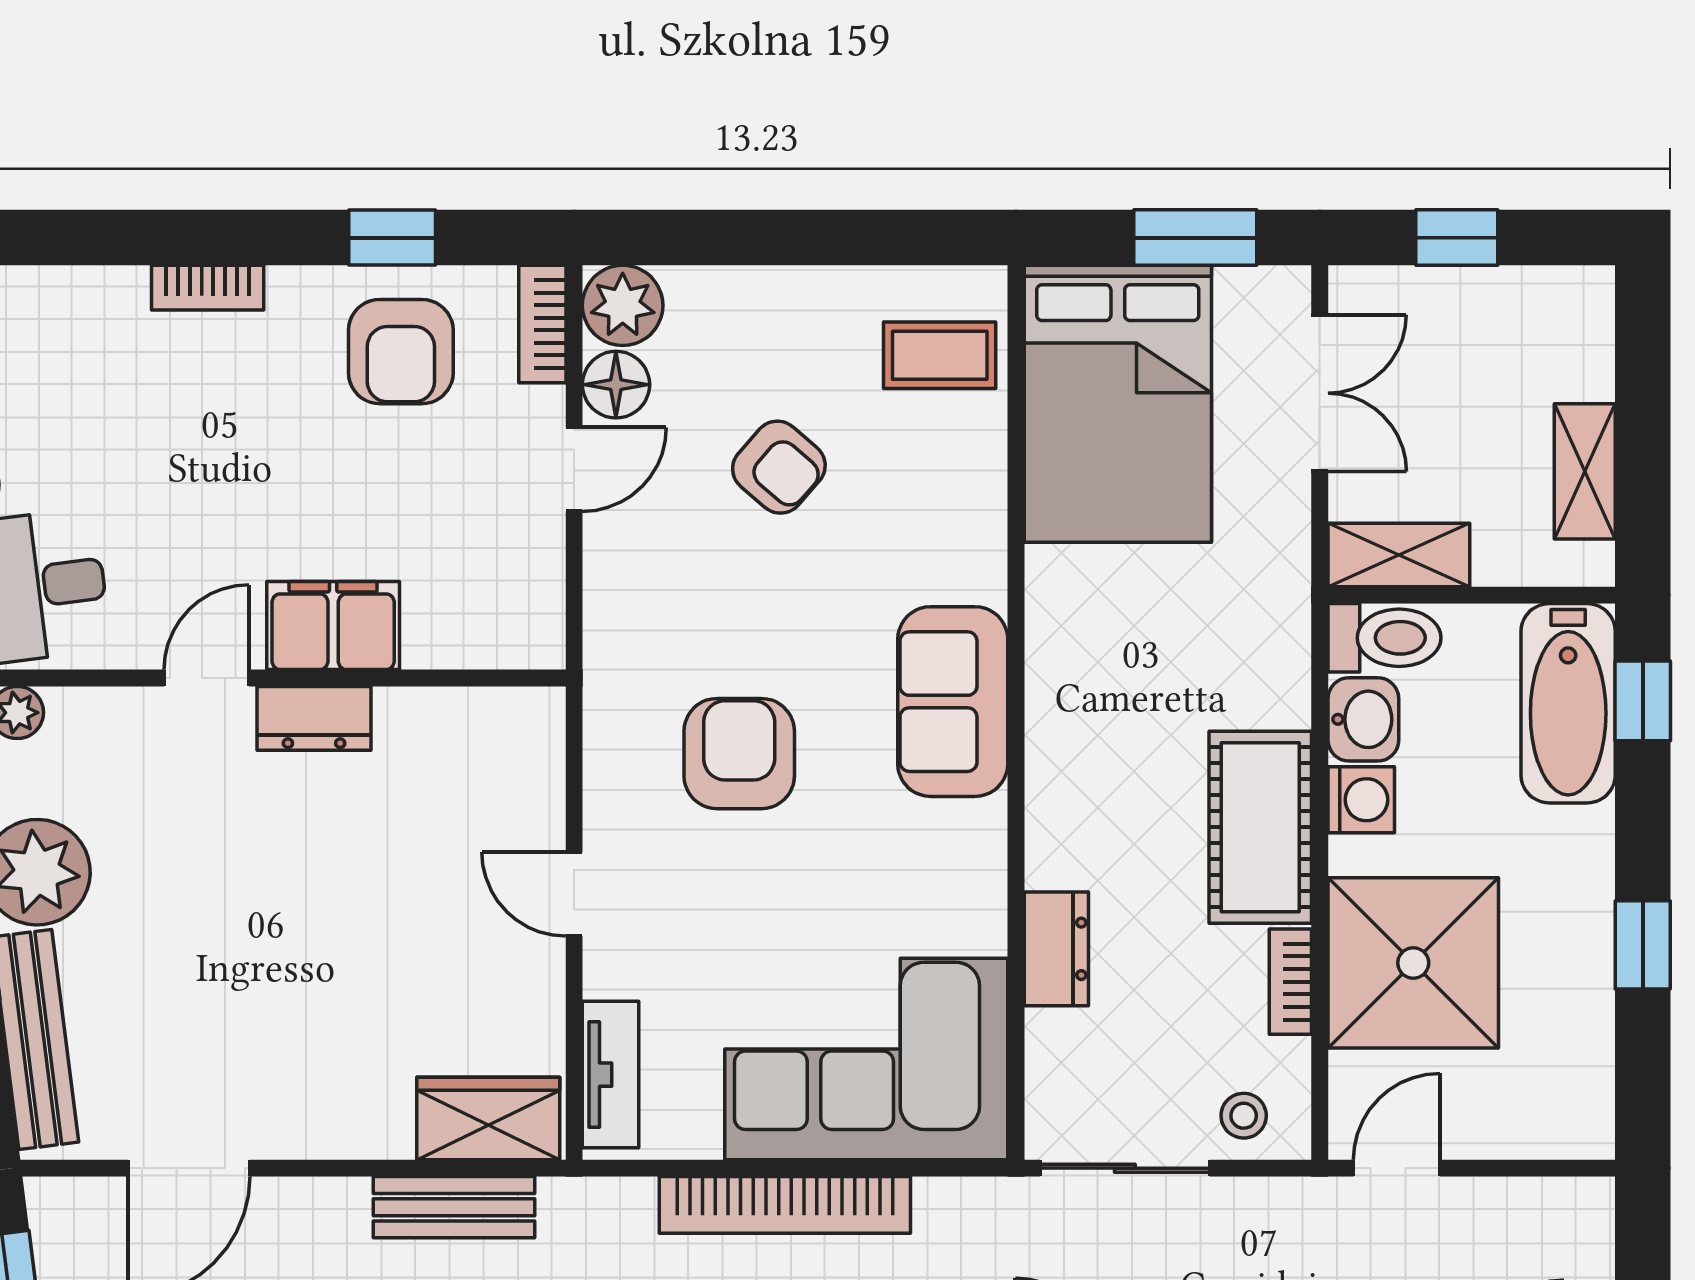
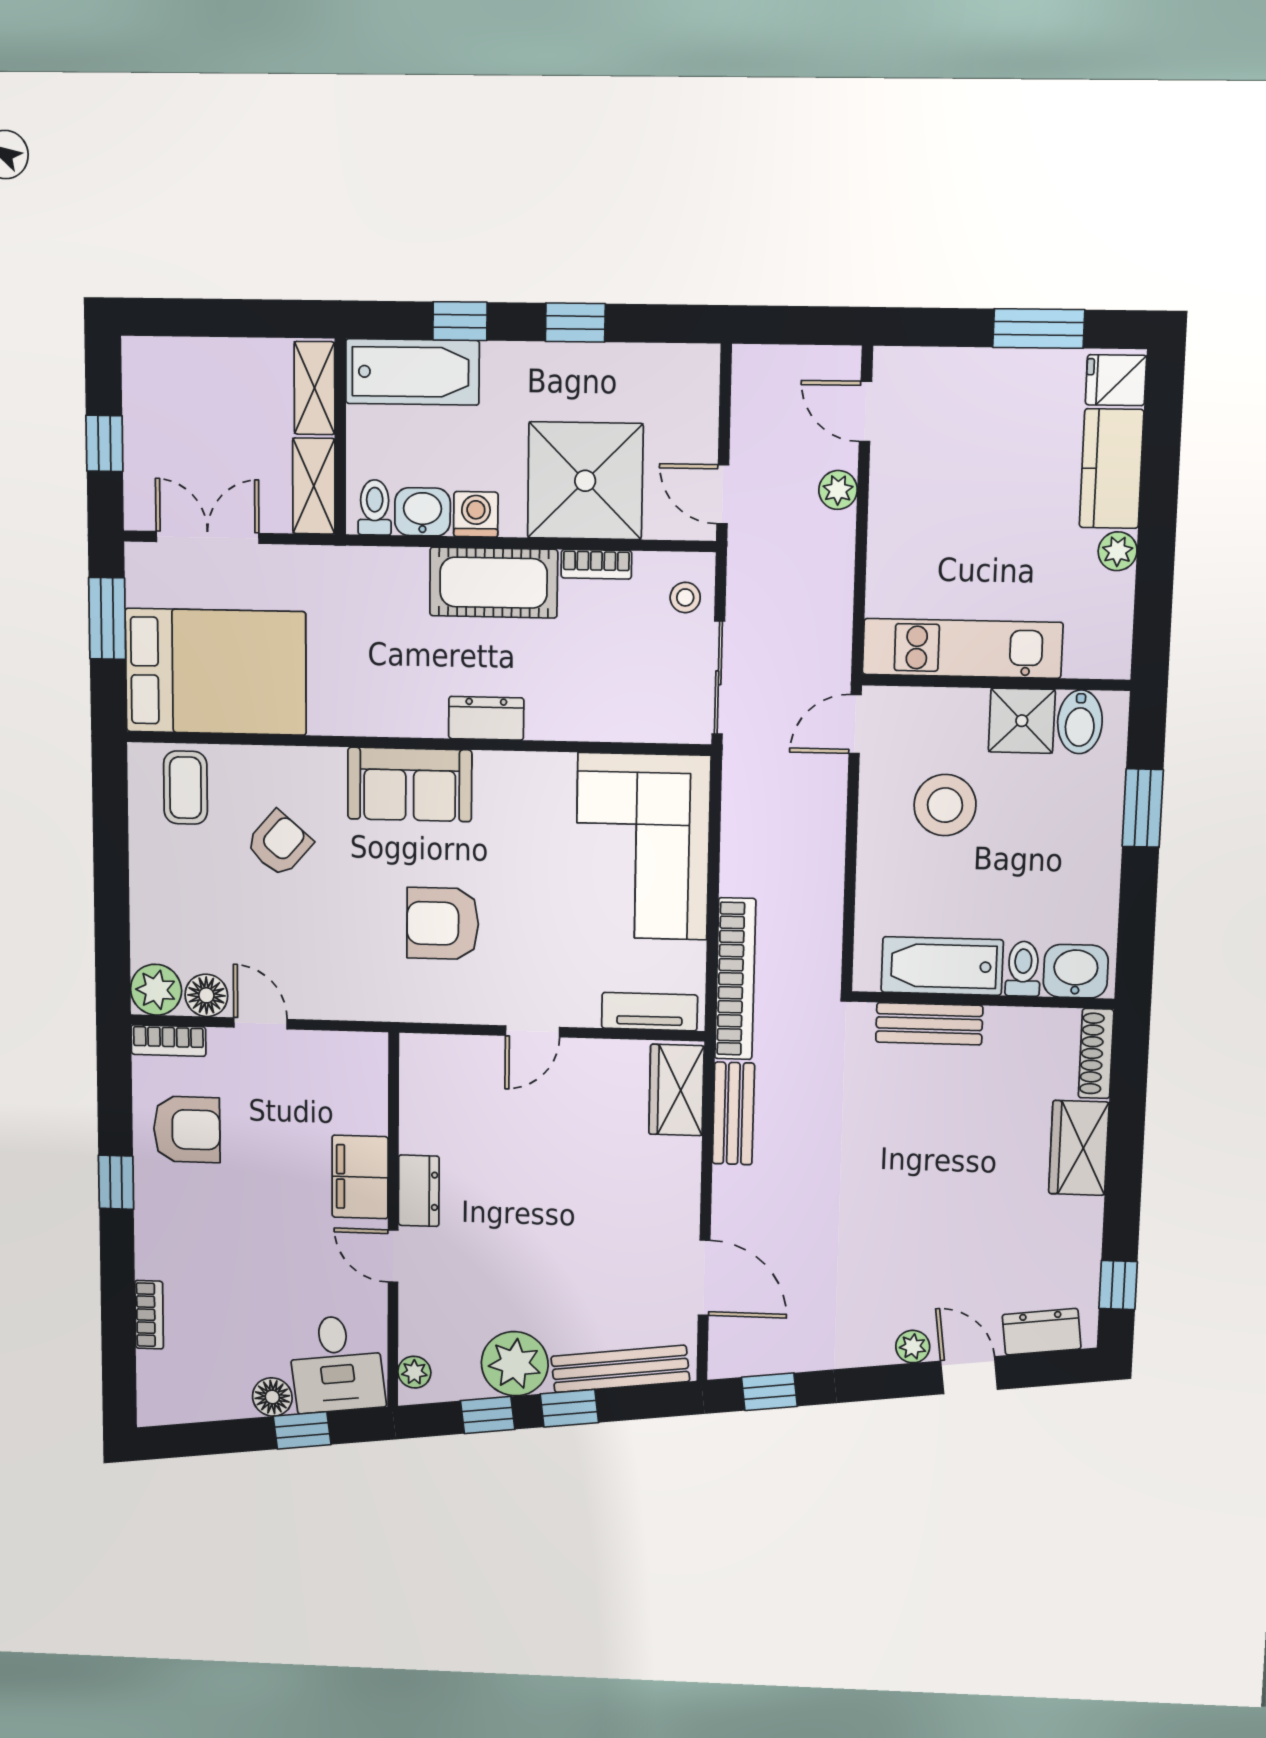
window: (392, 238) -> (116, 1182), moved
bookcase: (208, 288) -> (149, 1315), moved
armchair: (779, 467) -> (279, 844), moved
shelving: (1585, 471) -> (314, 388), moved, turned 90
toilet: (1384, 638) -> (375, 507), width x0.73, depth x0.72
window: (1643, 701) -> (460, 321), moved
dresser: (1056, 949) -> (486, 718), moved
bookcase: (785, 1205) -> (735, 979), moved

